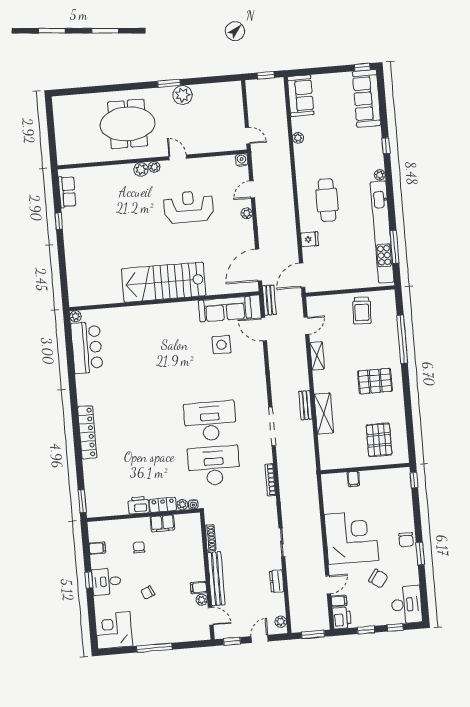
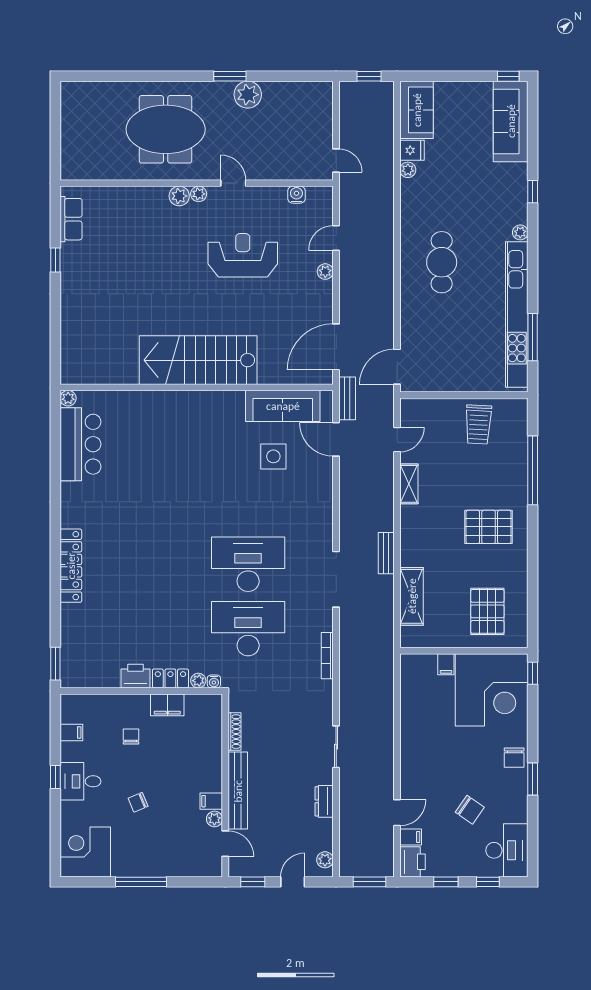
water cooler: (242, 160) -> (296, 195), moved
fridge: (310, 239) -> (412, 150), moved
shelving: (324, 414) -> (412, 596), moved
corner desk: (351, 537) -> (492, 690), moved, turned 90

